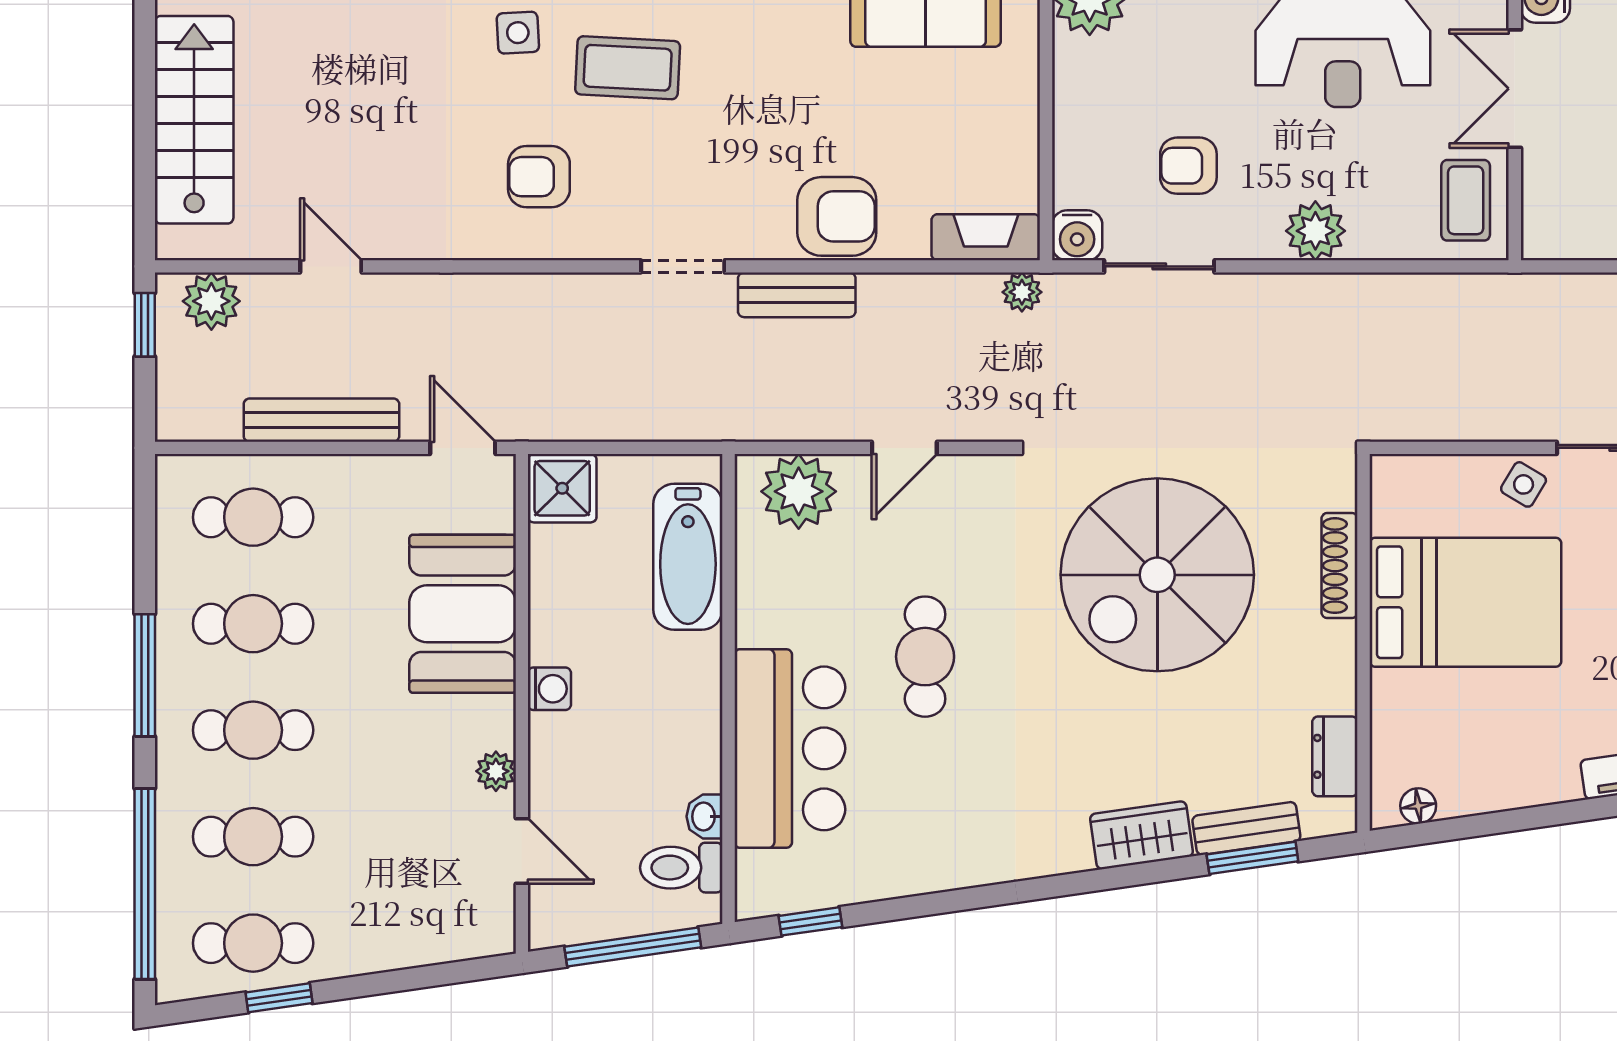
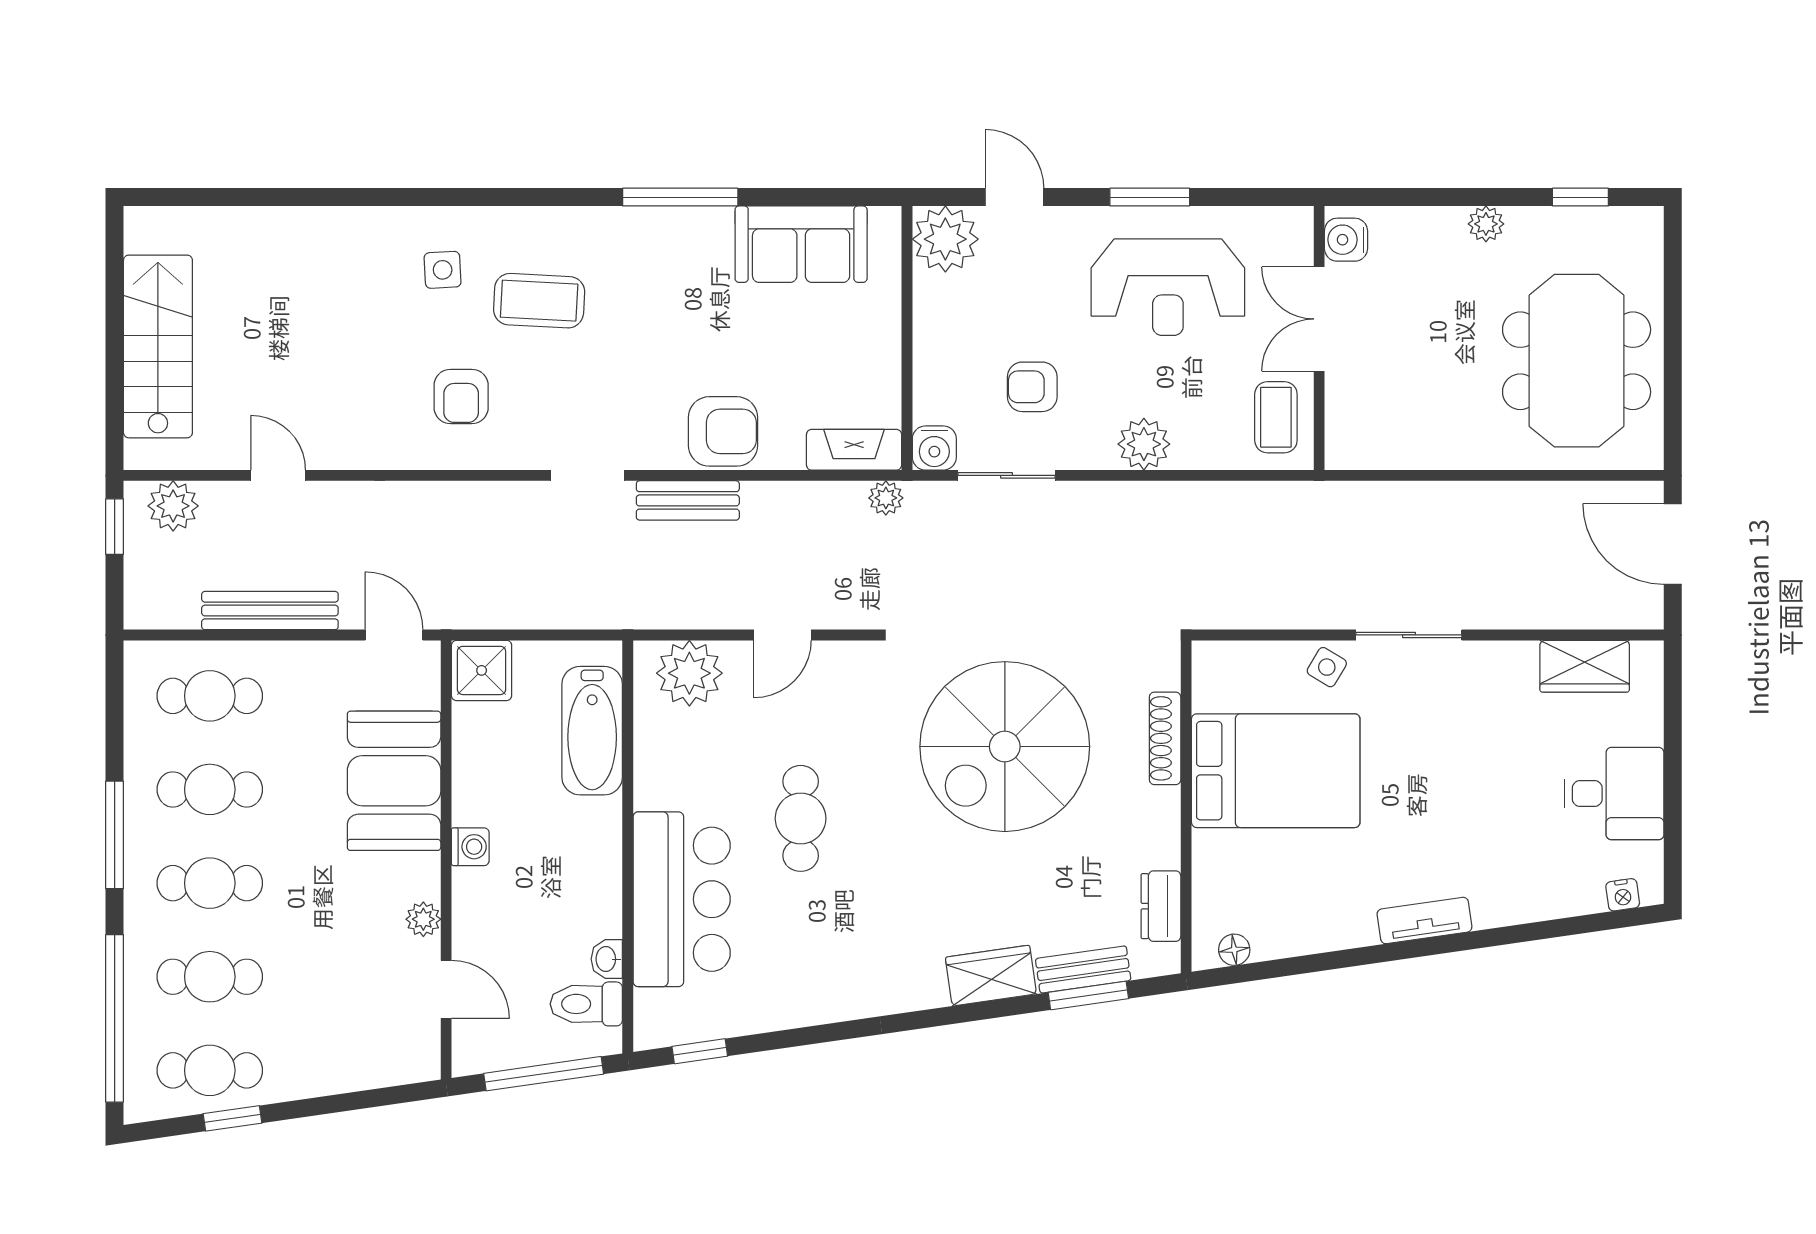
armchair: (539, 177) -> (461, 396), turned -90

